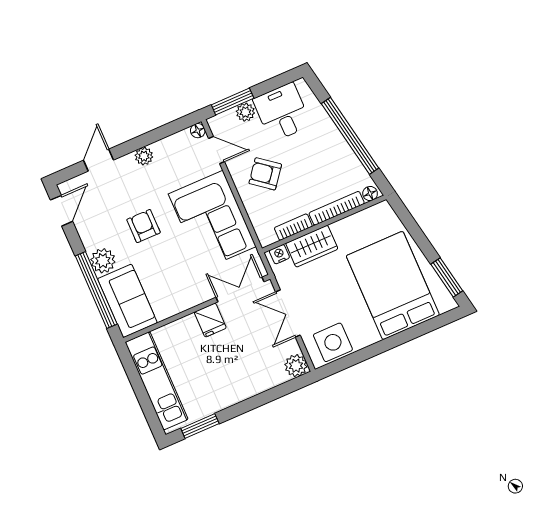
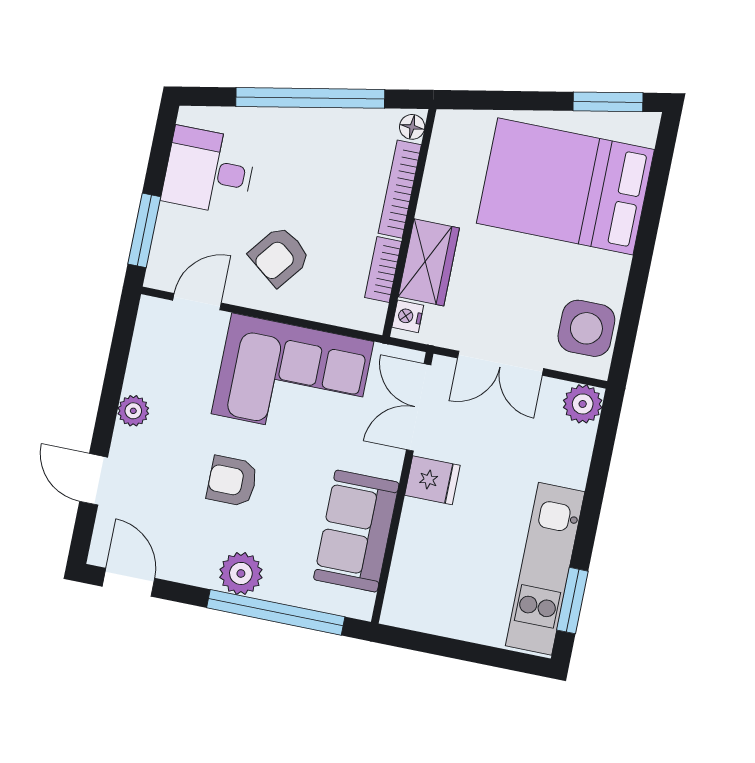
plant: (245, 112) -> (172, 223), removed
floor lamp: (198, 131) -> (151, 309), removed
sofa: (127, 301) -> (356, 531), moved, turned -90
kitchen unit: (157, 381) -> (545, 569), moved, turned -90

